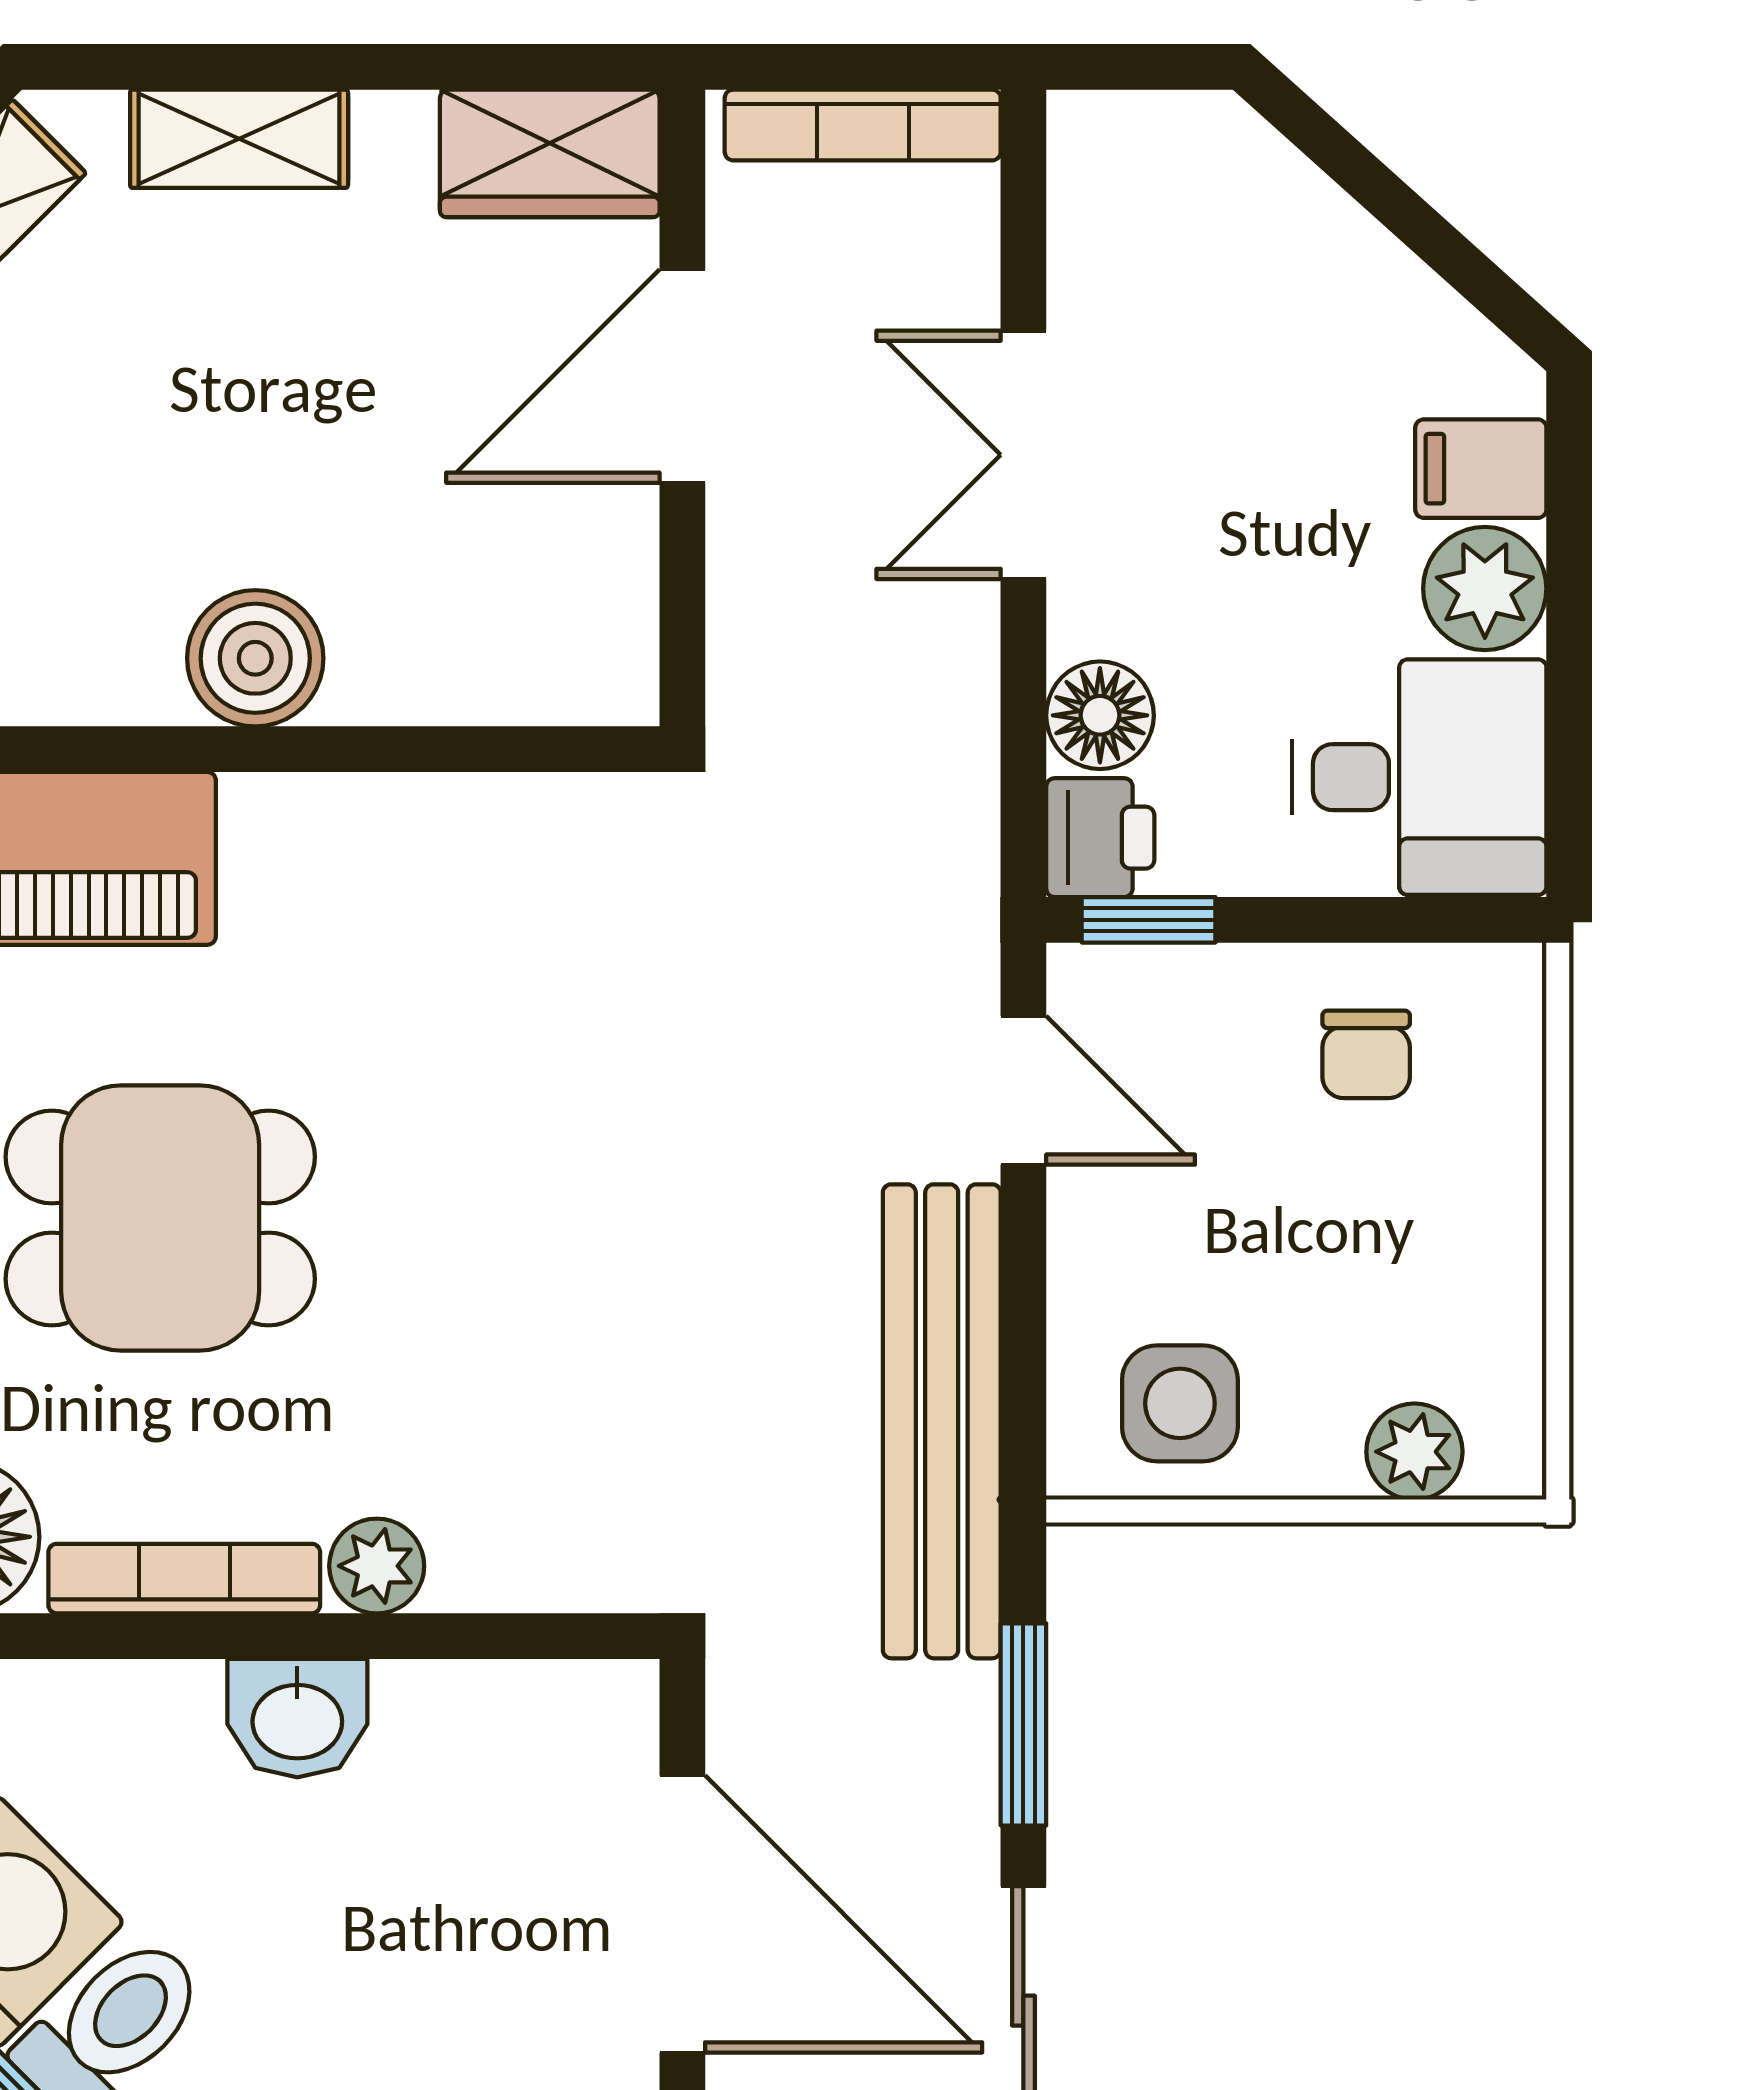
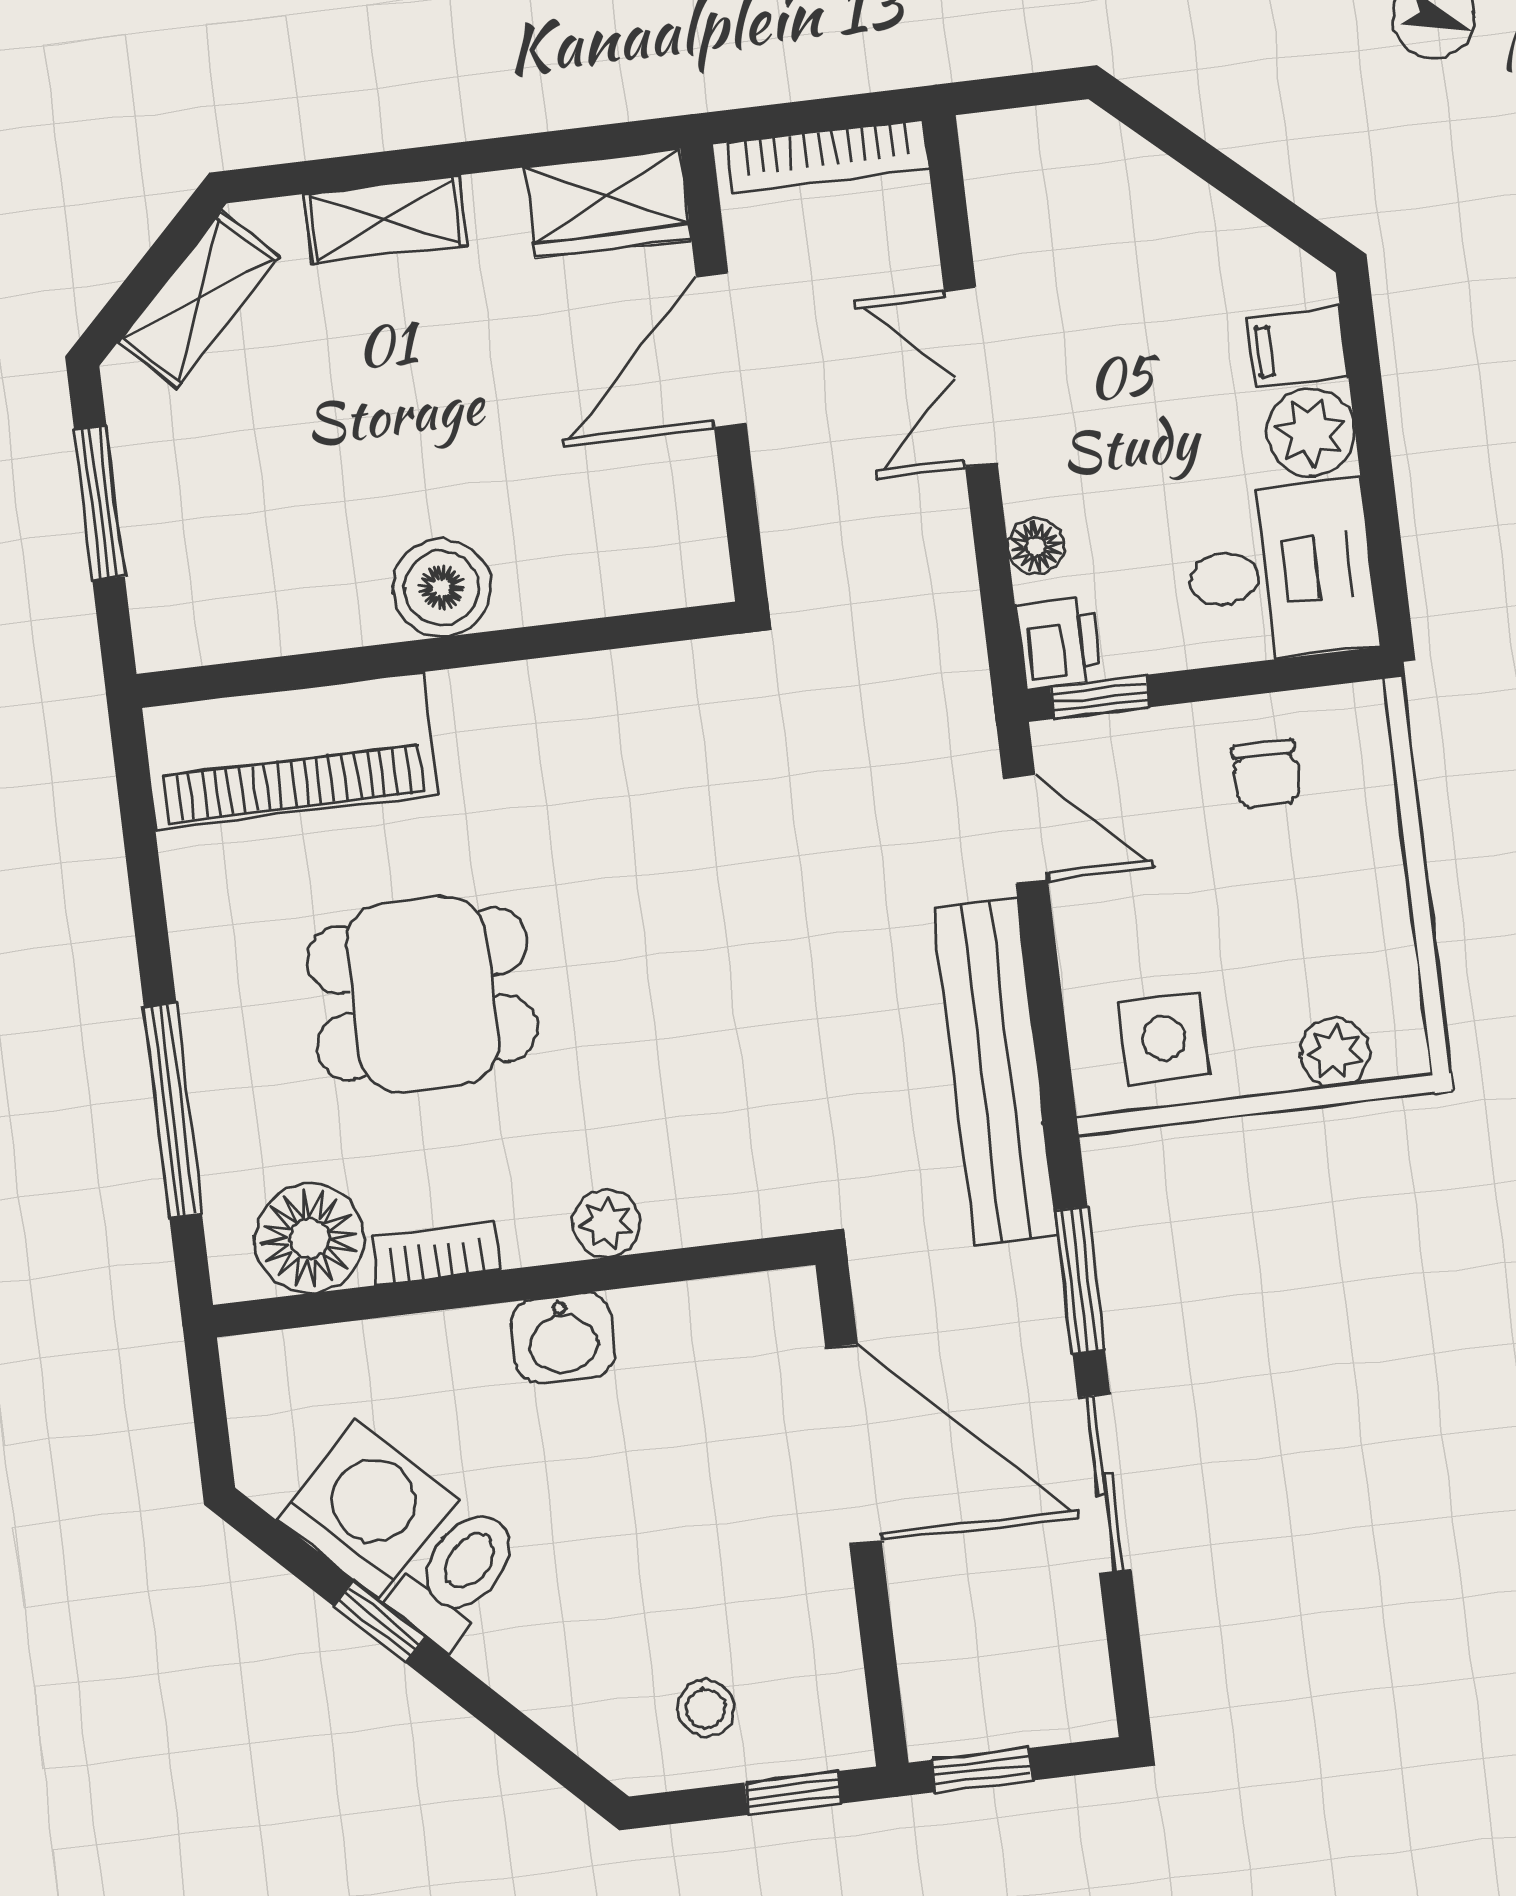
floor lamp: (1100, 715) -> (1036, 546), width x0.73, depth x0.73
bookcase: (184, 1579) -> (436, 1253), width x0.64

